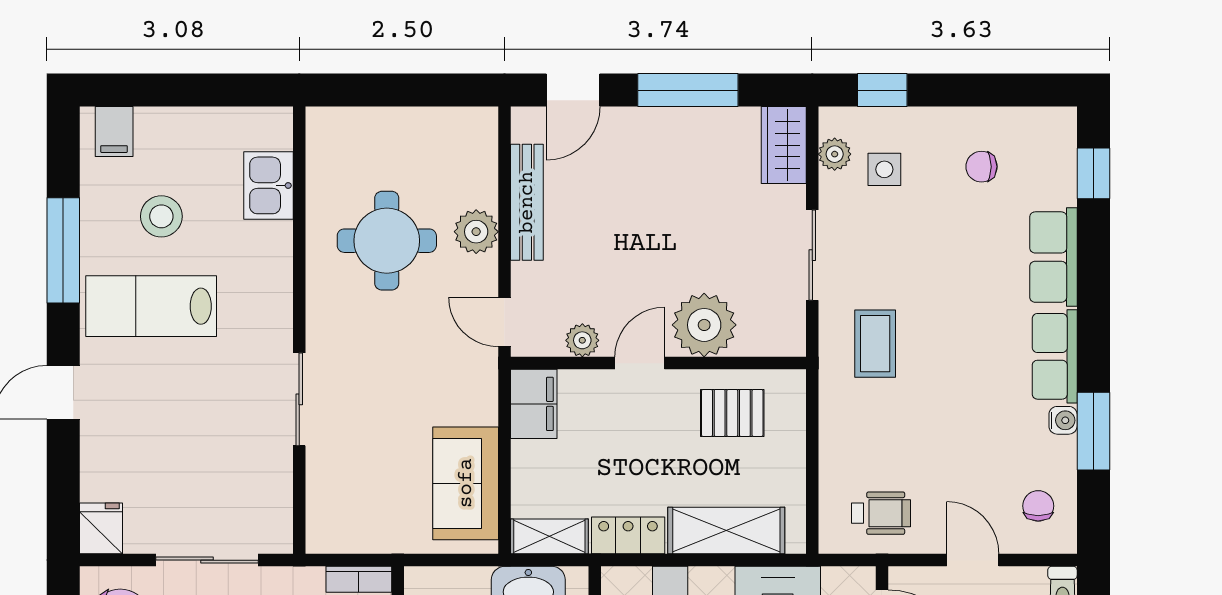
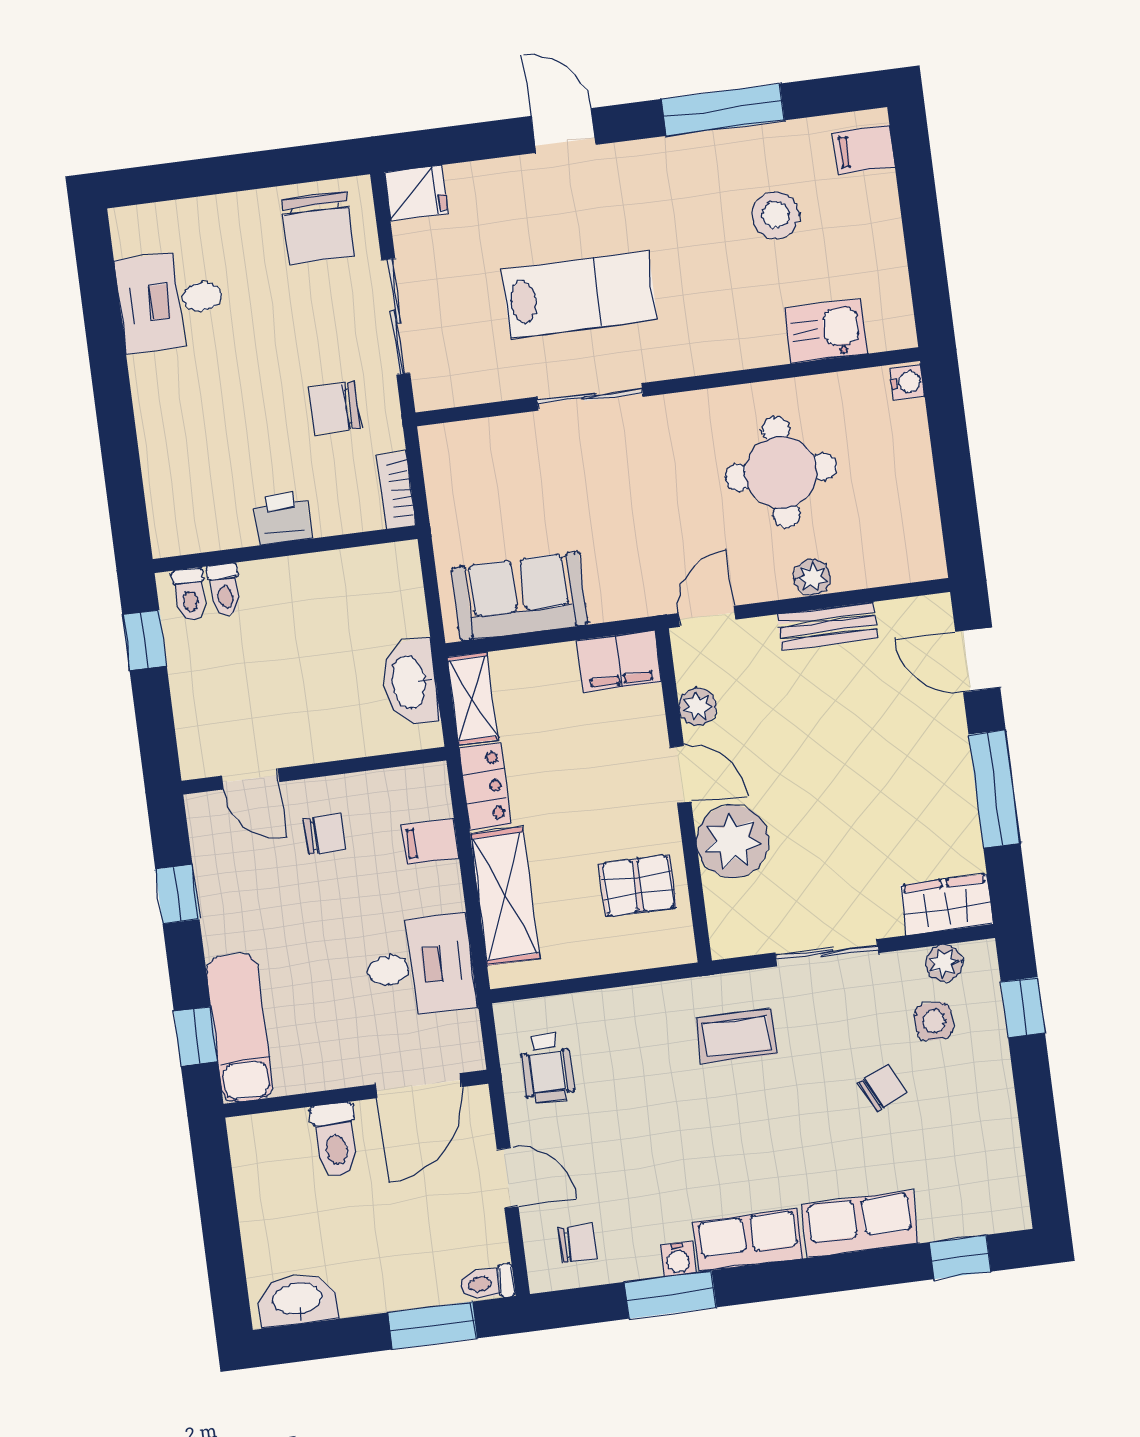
water cooler: (322, 120) -> (907, 382), added
chair: (982, 167) -> (882, 1088), moved, turned 65
bench: (527, 202) -> (827, 626), width x0.73
plant: (476, 232) -> (812, 577), width x0.73, depth x0.73
lab bench: (151, 306) -> (579, 295), moved, turned 90
pallet: (732, 413) -> (638, 886), turned 90
door: (973, 560) -> (508, 1178), hinge flipped

